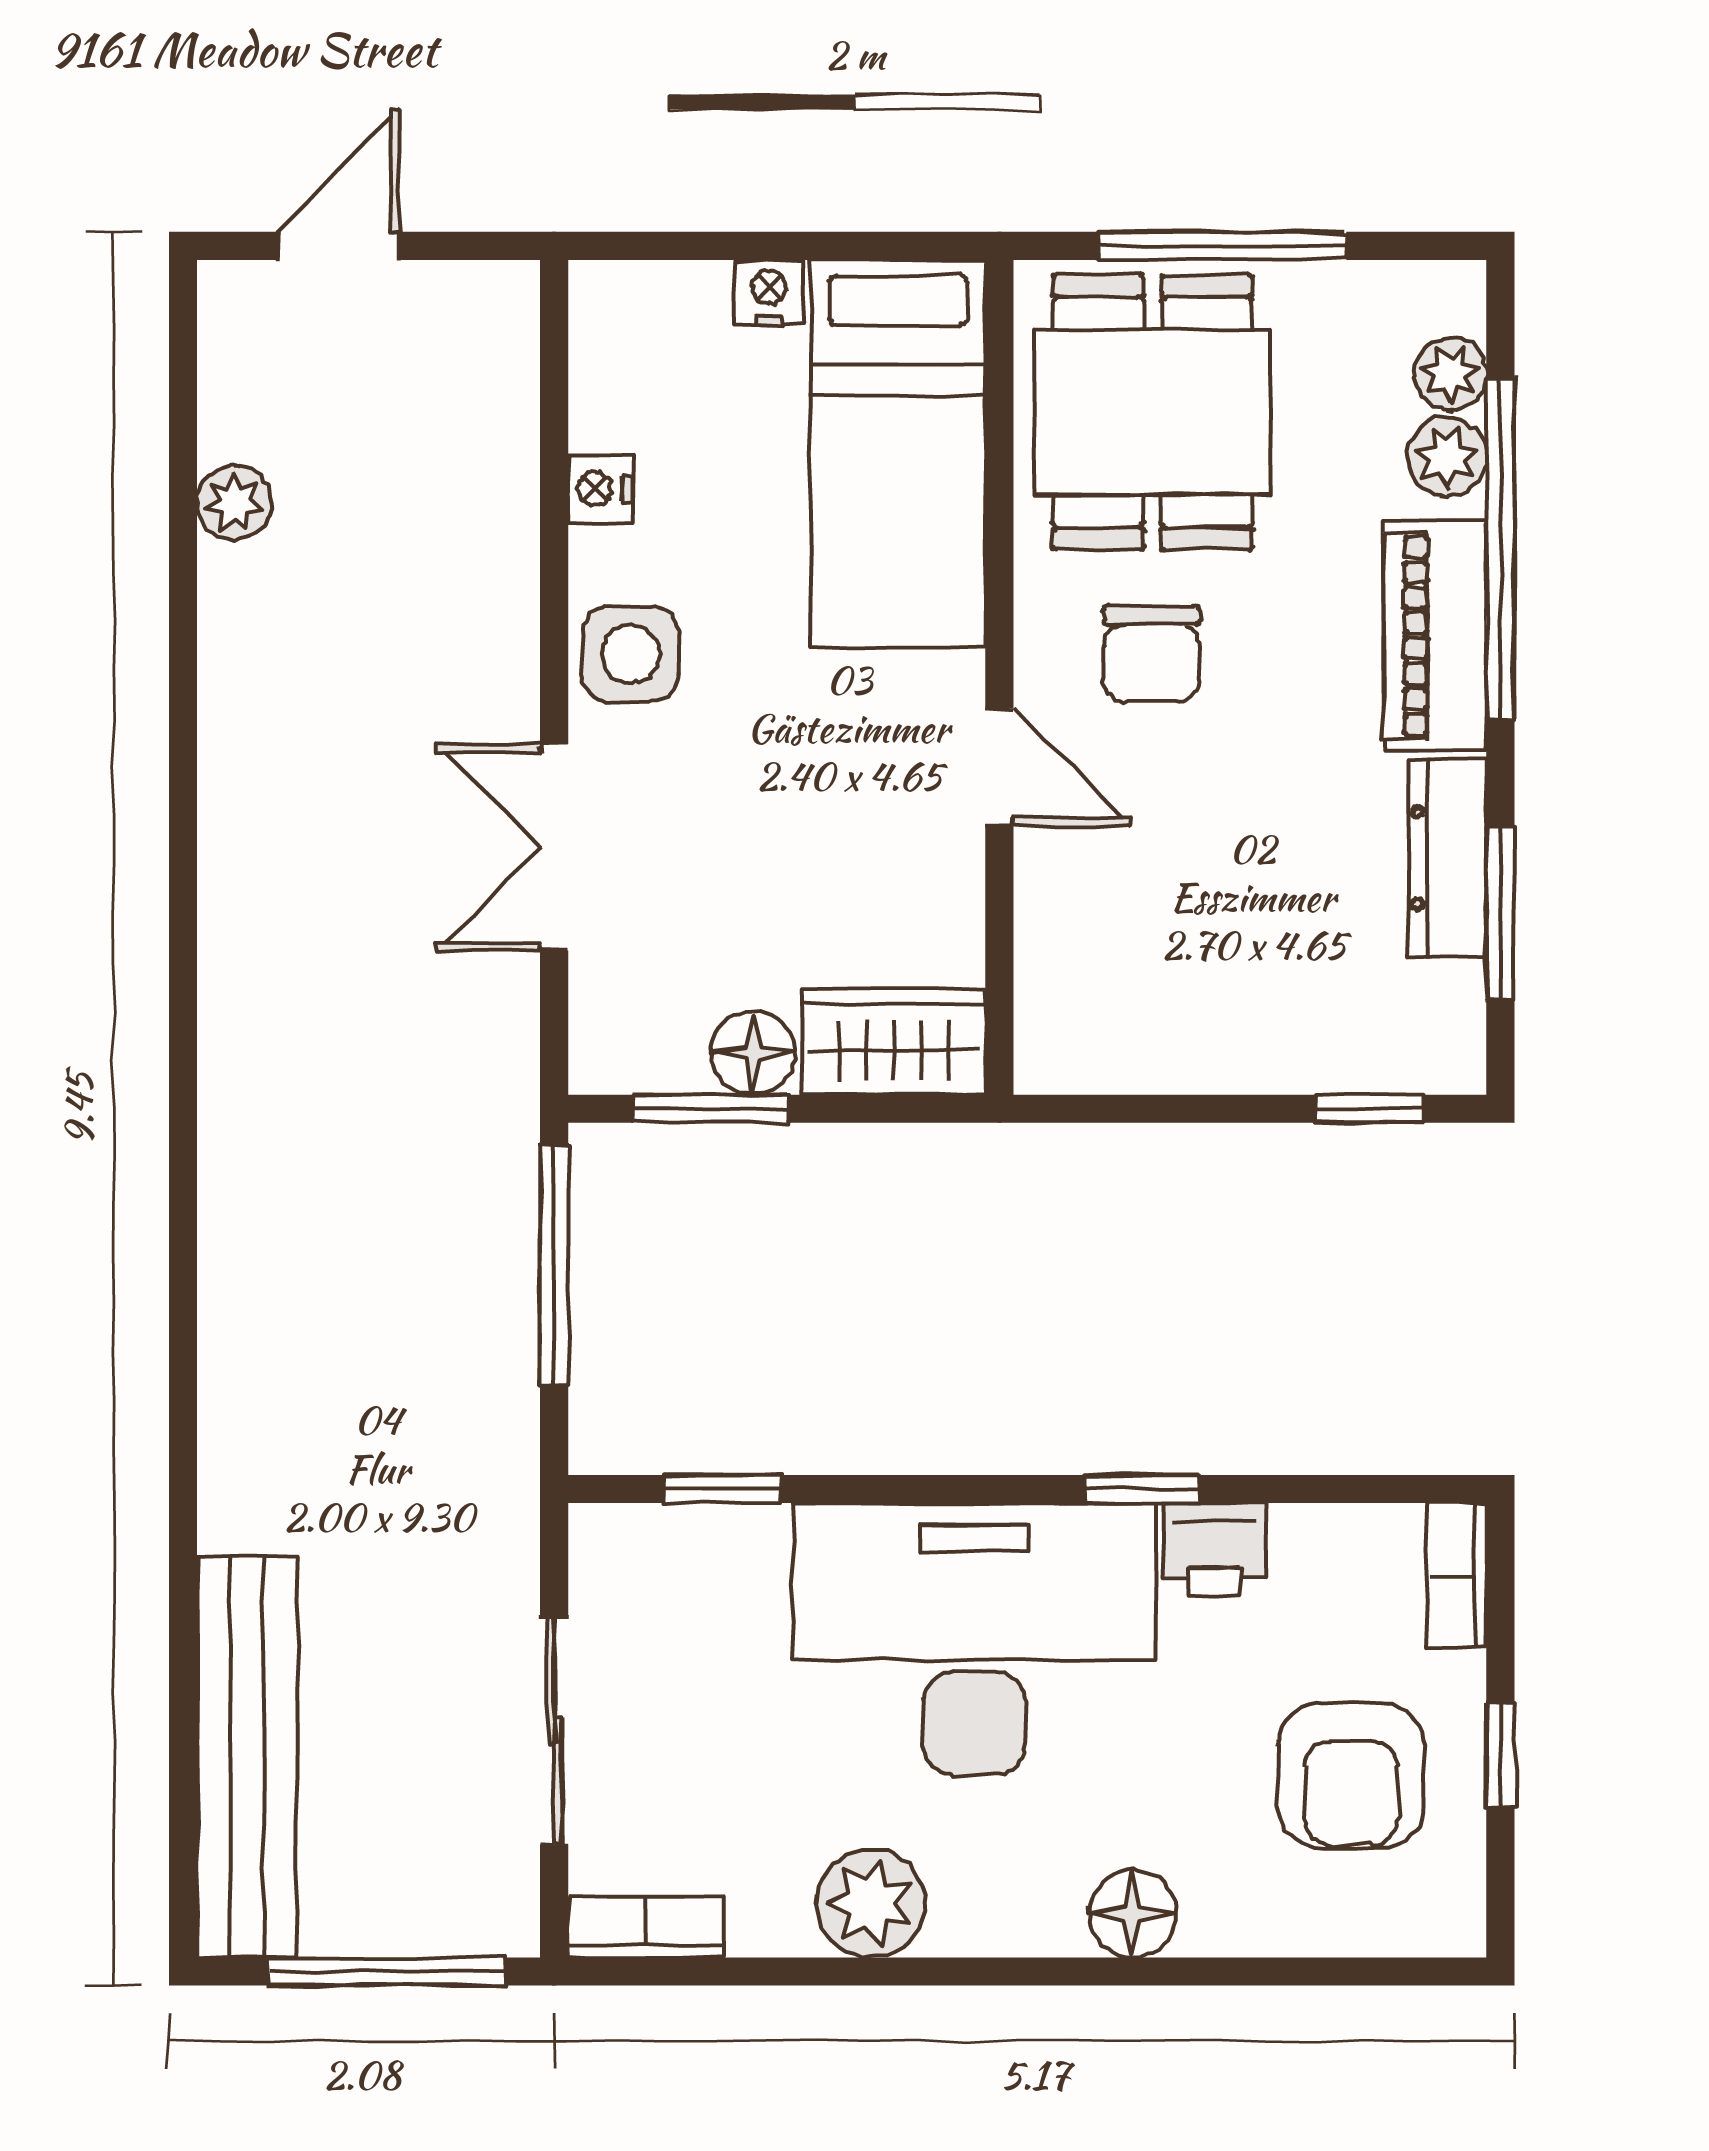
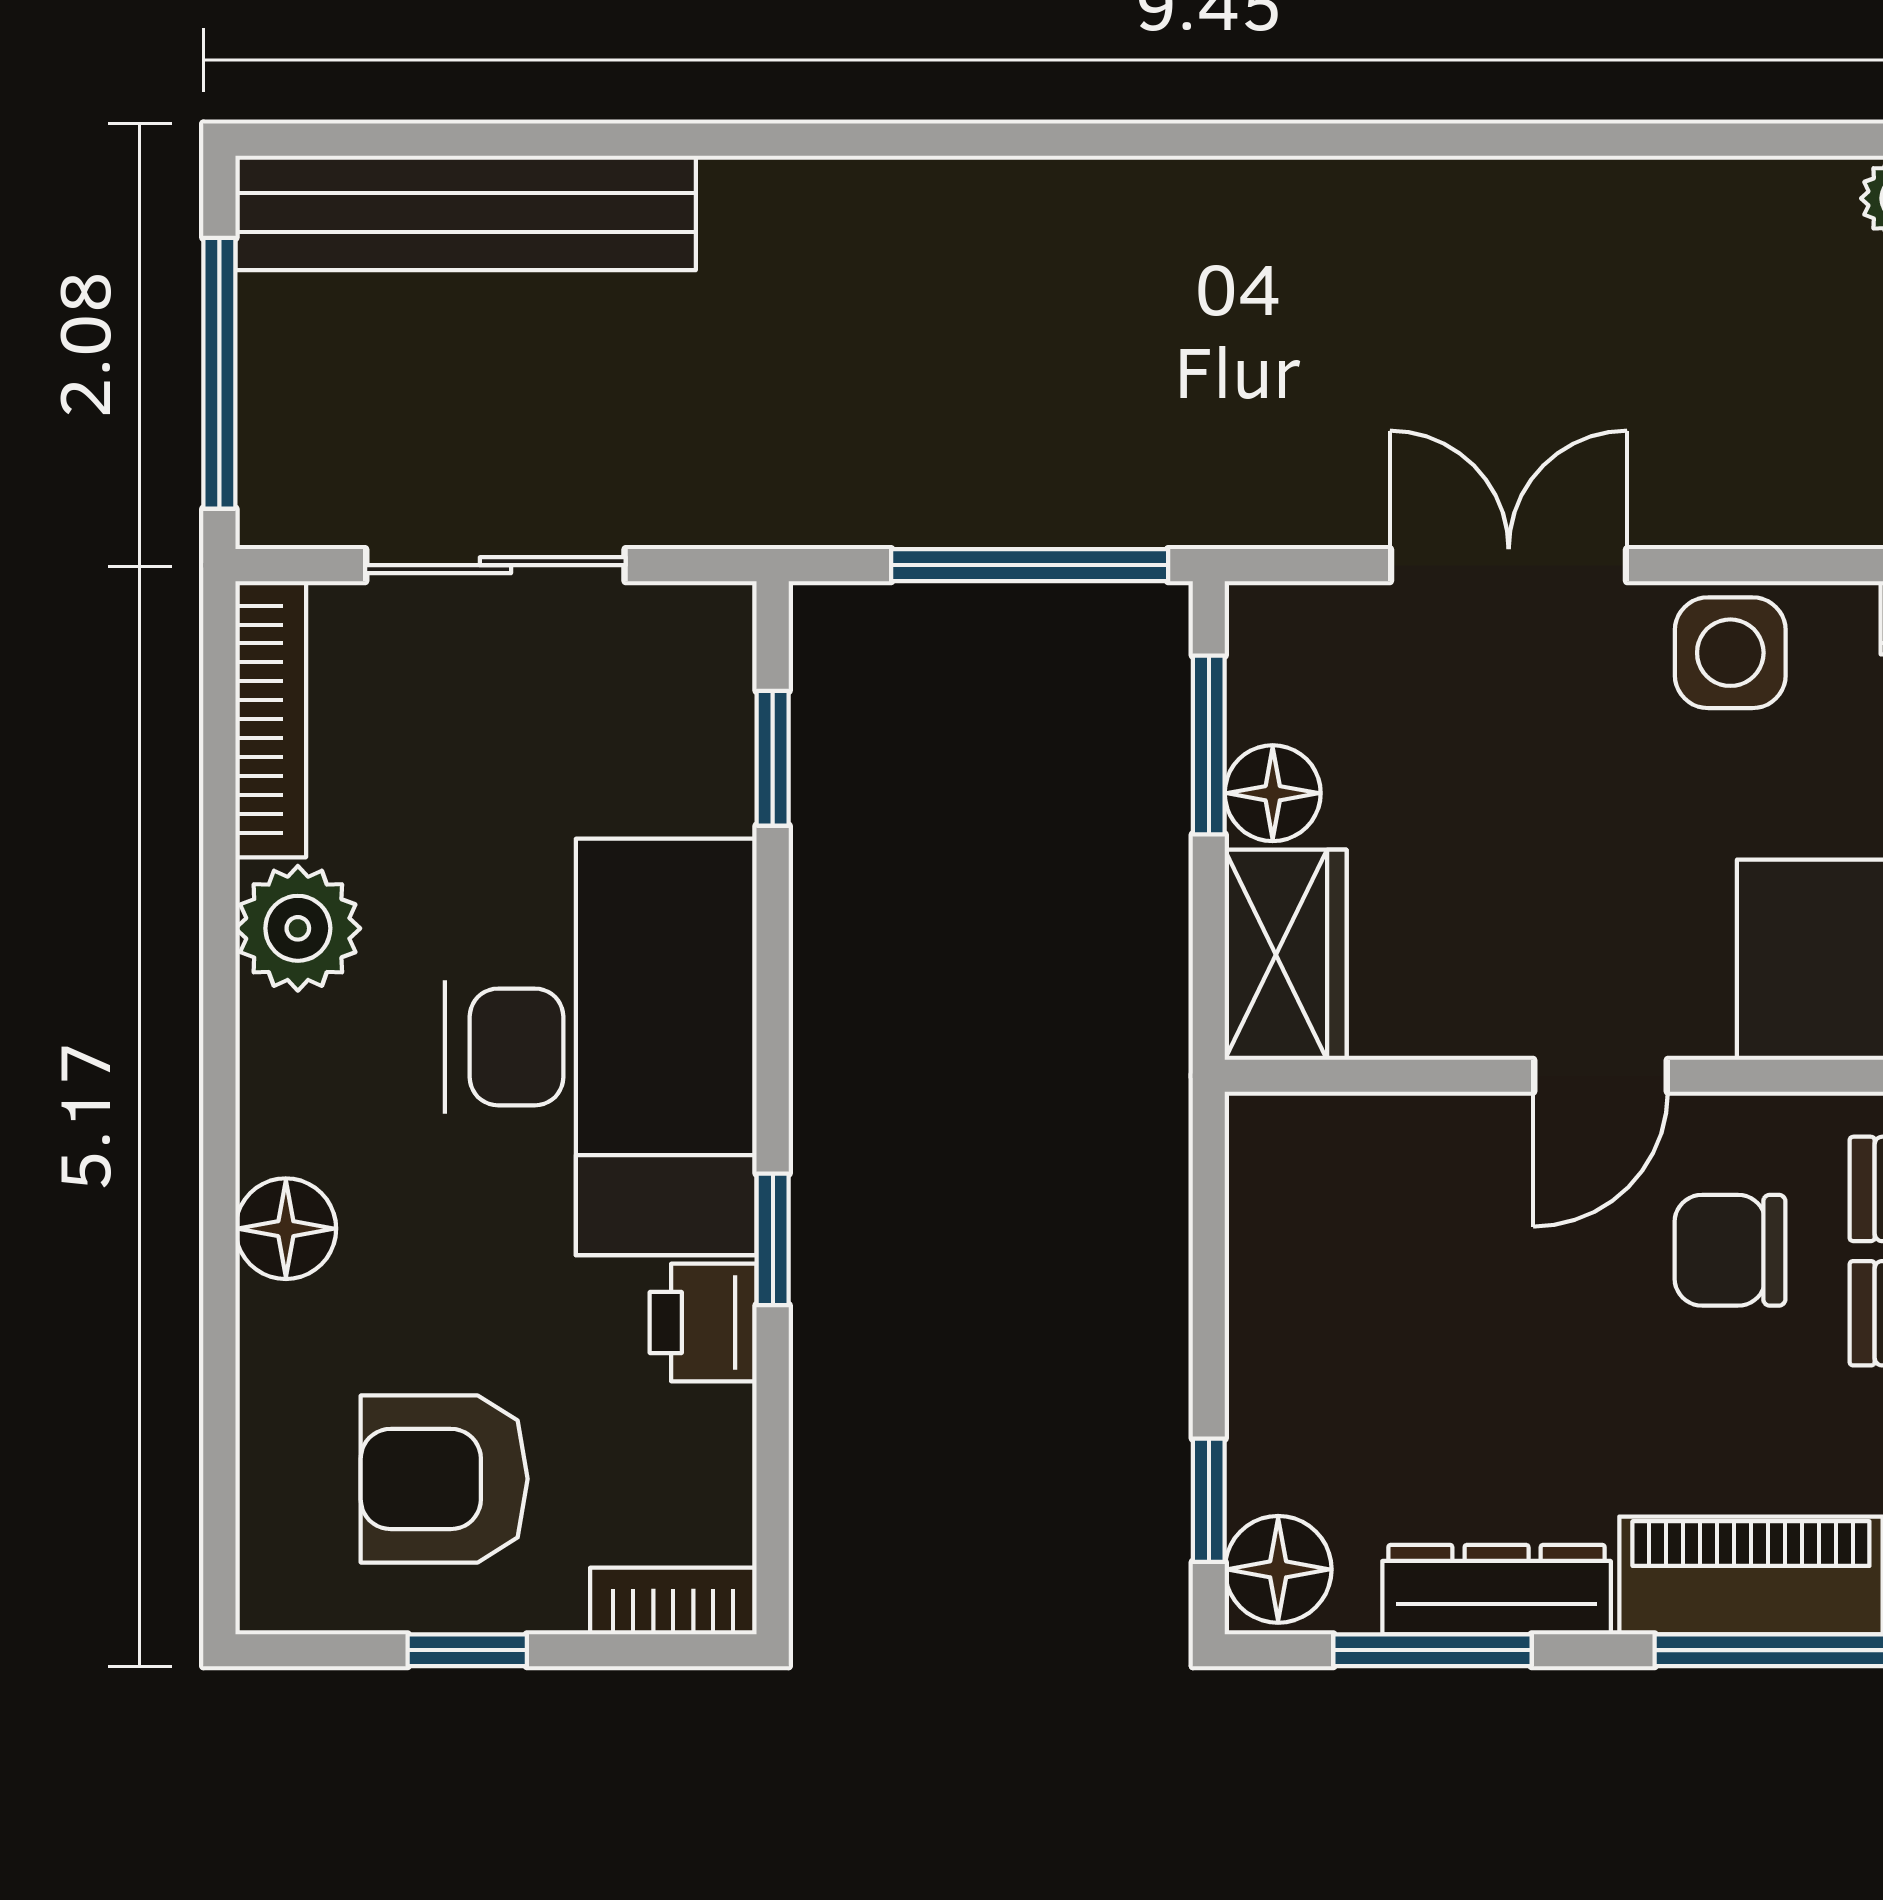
floor lamp: (1430, 1048) -> (1278, 1569), added
bookcase: (645, 1927) -> (271, 719), width x1.56

